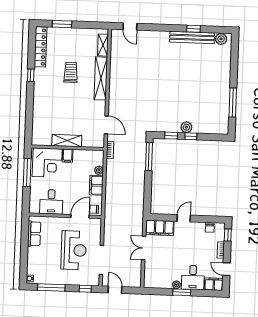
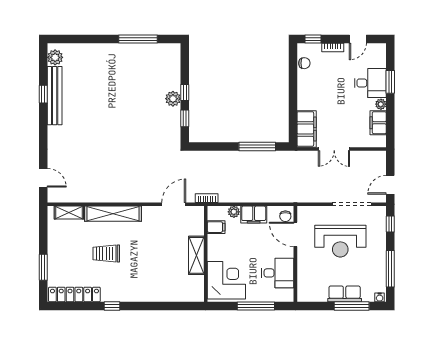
door: (130, 27) -> (43, 178), hinge flipped
filing cabinet: (68, 156) -> (216, 227), moved
window: (149, 157) -> (257, 147), moved
window: (27, 172) -> (256, 306), moved
door: (184, 218) -> (293, 98), removed
row of seats: (34, 234) -> (345, 294), moved
reception desk: (74, 250) -> (340, 241), turned 180
window: (24, 257) -> (352, 306), added
filing cabinet: (214, 284) -> (378, 123), moved
window: (182, 292) -> (390, 82), moved

